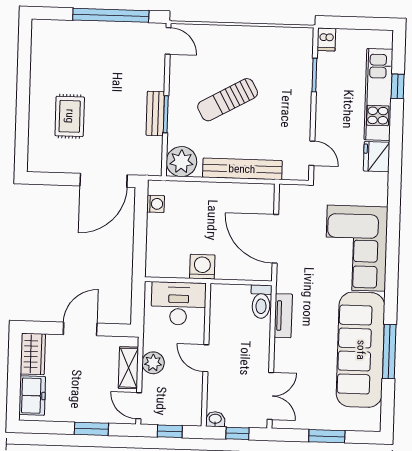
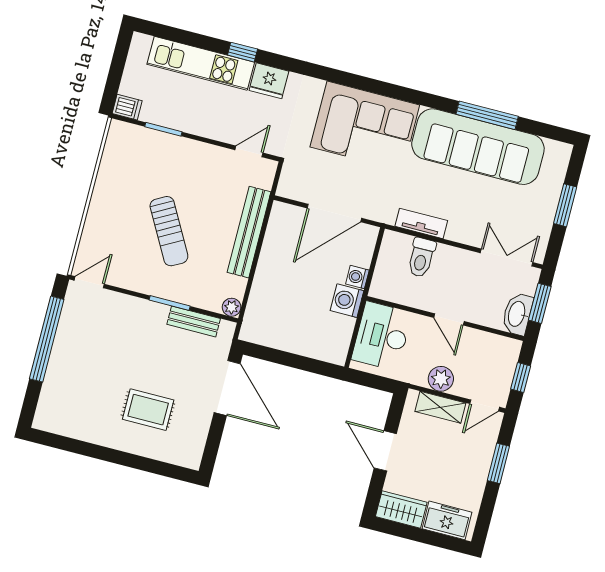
window: (398, 86) -> (243, 52), moved
bench: (155, 113) -> (194, 321), moved
plant: (181, 162) -> (232, 307), width x0.53, depth x0.53
washing machine: (156, 204) -> (357, 277), moved, turned -90
toilet: (261, 302) -> (421, 257), moved, turned 90
door: (206, 358) -> (449, 319), hinge flipped
washbasin: (215, 419) -> (517, 314), width x1.91, depth x1.45
window: (237, 433) -> (540, 303), width x1.50

